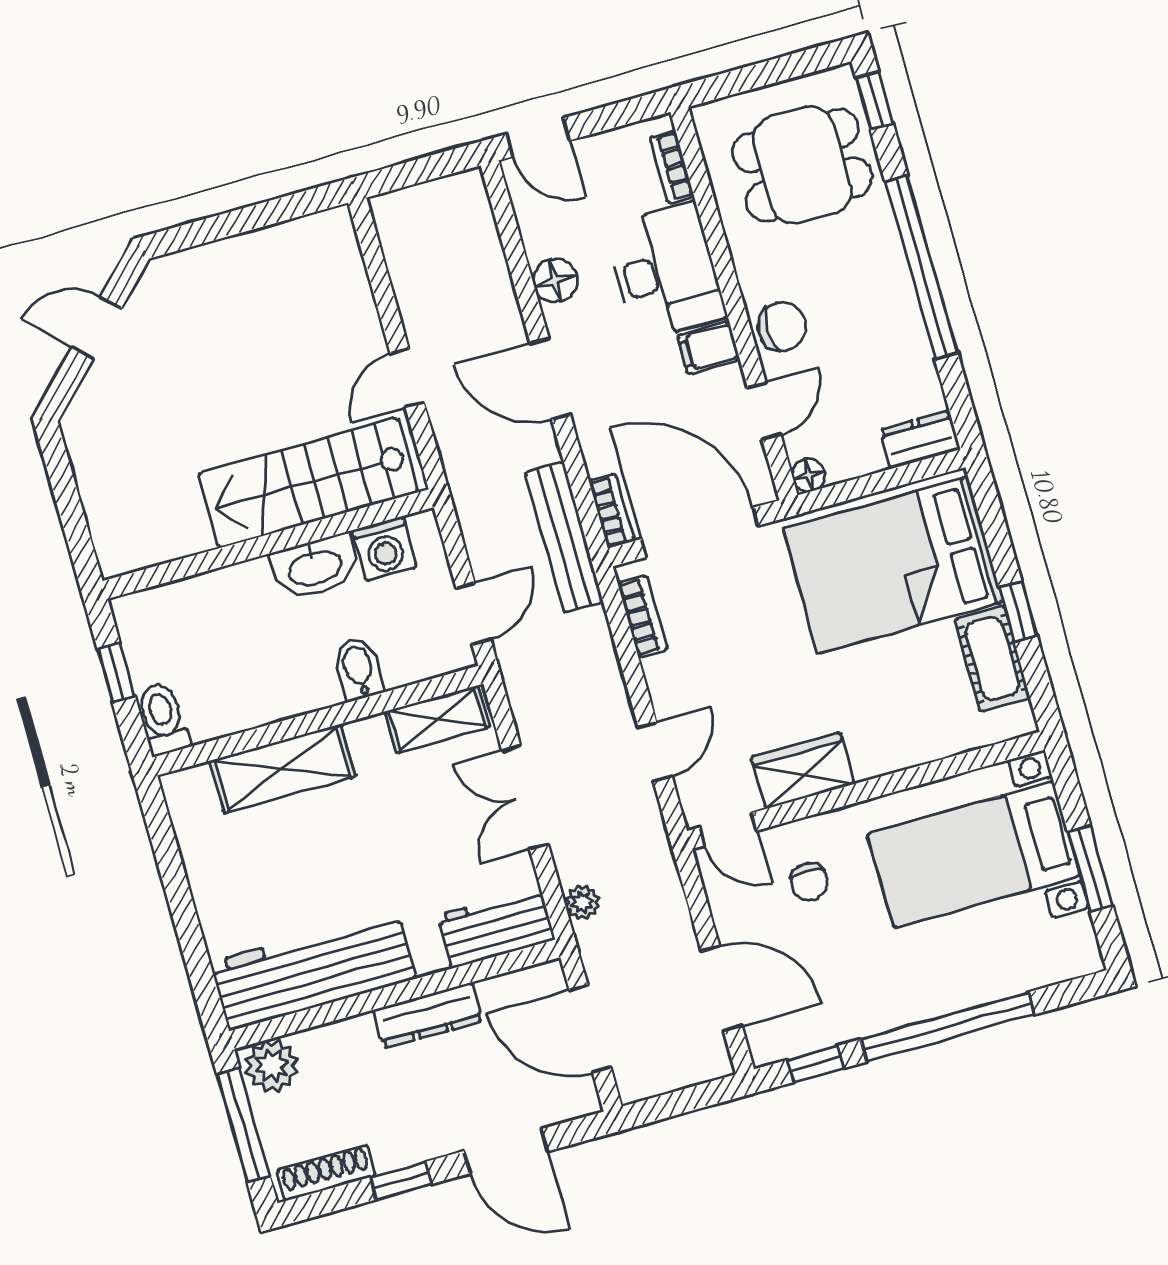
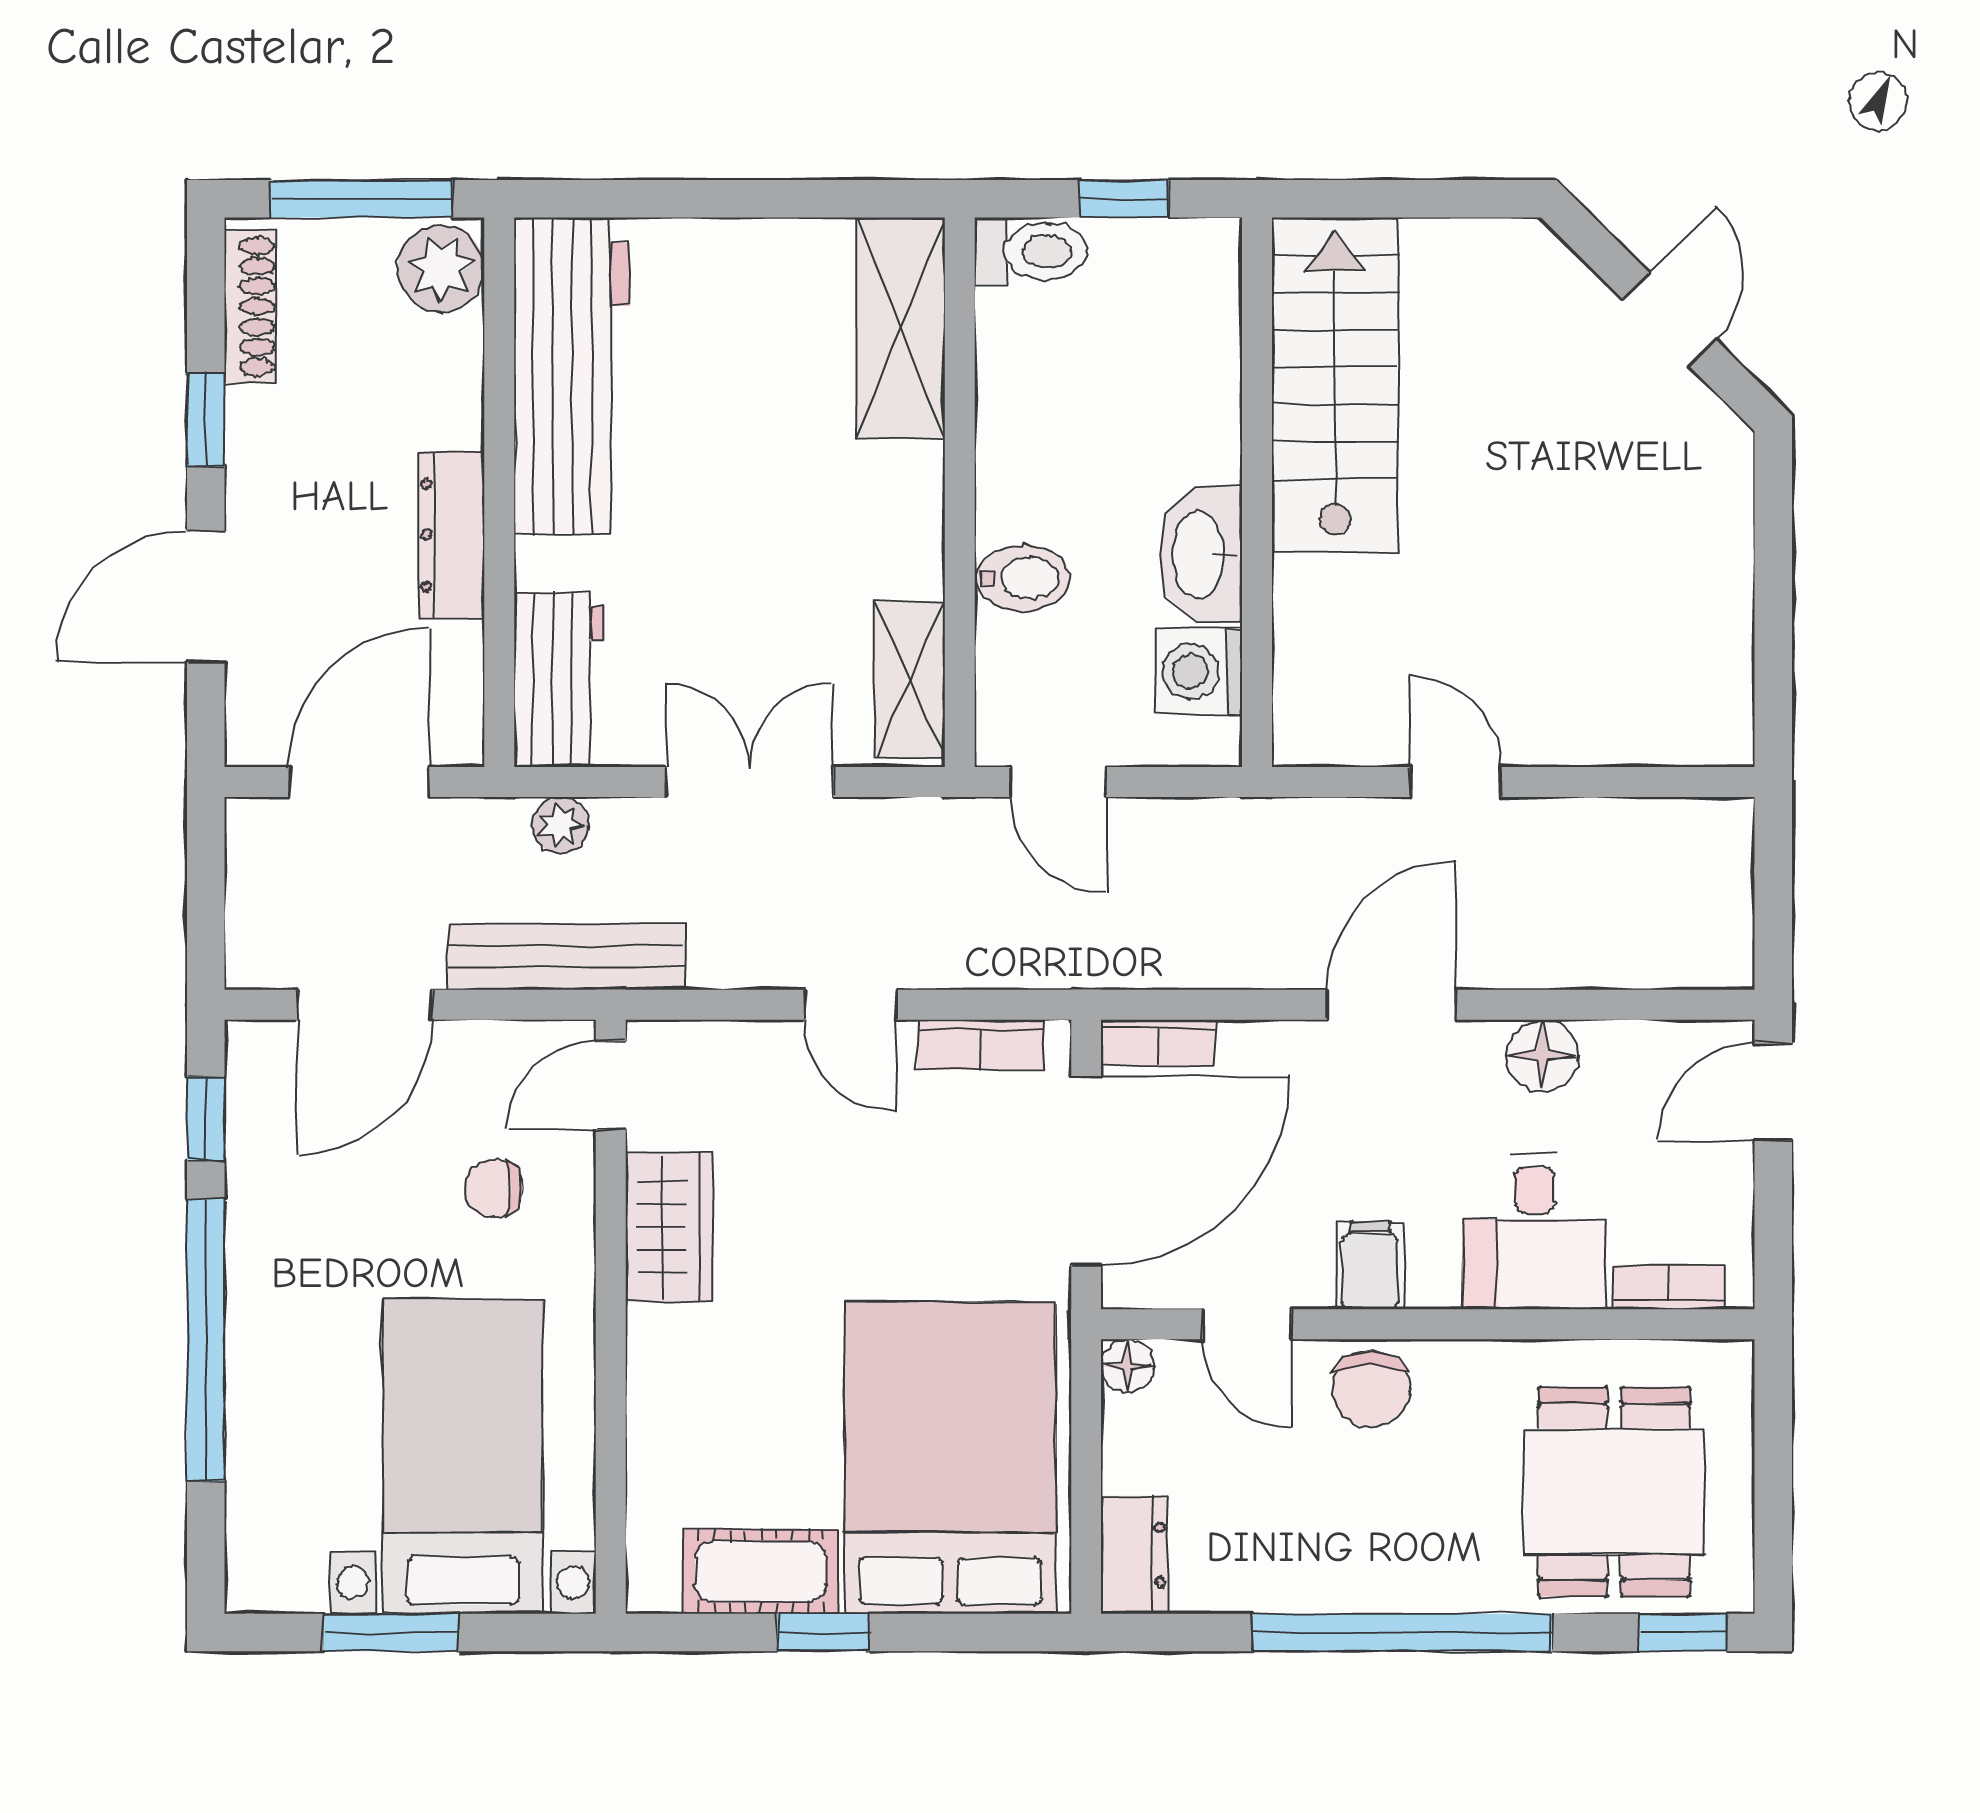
desk: (666, 272) -> (1535, 1232), width x0.73
stairs: (308, 483) -> (1335, 385), moved
bench: (564, 537) -> (567, 957), moved
door: (655, 752) -> (851, 1005), moved
shelving: (282, 769) -> (901, 328), moved

